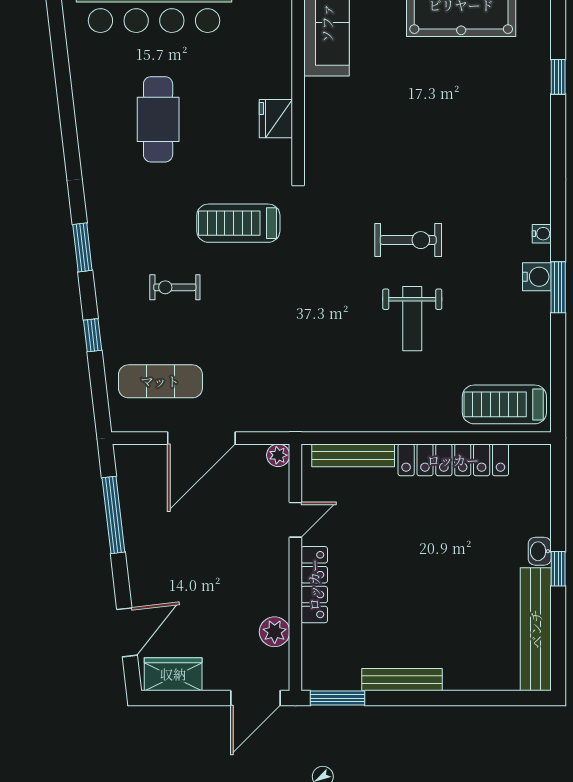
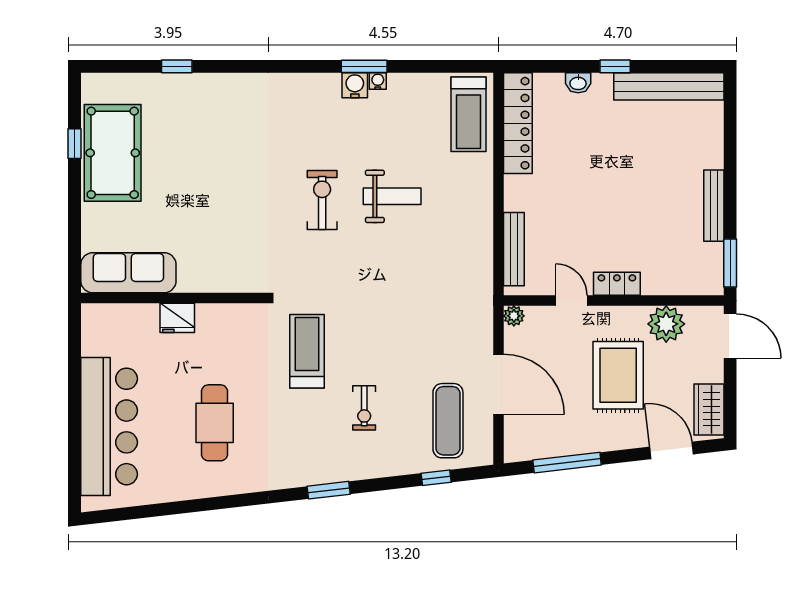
cafe table: (158, 119) -> (215, 423), turned 90
fridge: (276, 119) -> (177, 318), moved
treadmill: (238, 223) -> (307, 351), turned 180
water cooler: (542, 234) -> (378, 81), moved
window: (93, 335) -> (436, 478), moved
locker: (453, 460) -> (518, 123), moved
washbasin: (540, 551) -> (578, 83), moved
rug: (212, 572) -> (618, 375), added
locker: (314, 585) -> (617, 284), width x0.66
plant: (275, 632) -> (666, 324), width x1.36, depth x1.36

